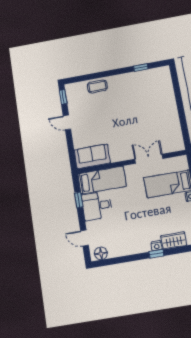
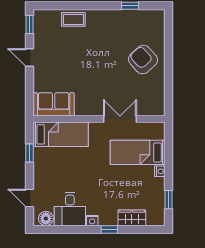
armchair: (159, 108) -> (143, 60), added
desk: (97, 206) -> (70, 209), moved, turned -90
nightstand: (157, 246) -> (92, 221), moved

